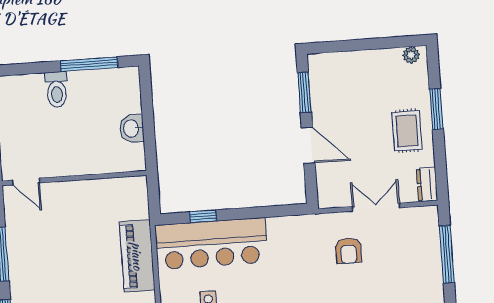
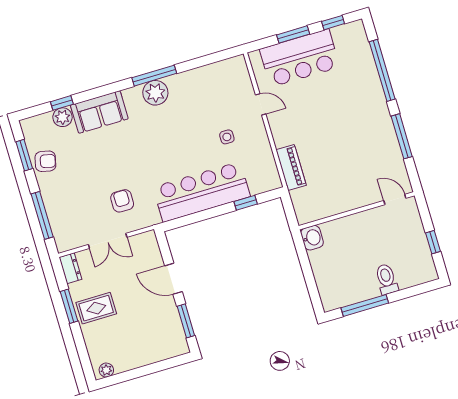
window: (436, 109) -> (69, 306), moved
washbasin: (132, 128) -> (312, 238), moved
rug: (407, 131) -> (96, 308), turned 90
bar counter: (211, 244) -> (202, 192), moved
piano: (137, 256) -> (291, 167), width x0.73, depth x0.75

